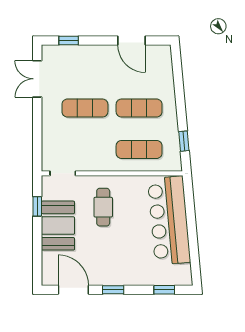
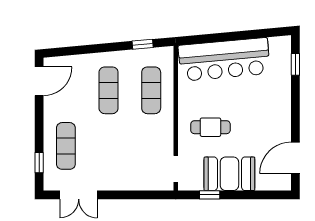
door: (132, 41) -> (39, 81), moved
exercise mat: (85, 108) -> (66, 146), moved
window: (113, 290) -> (295, 117), removed

